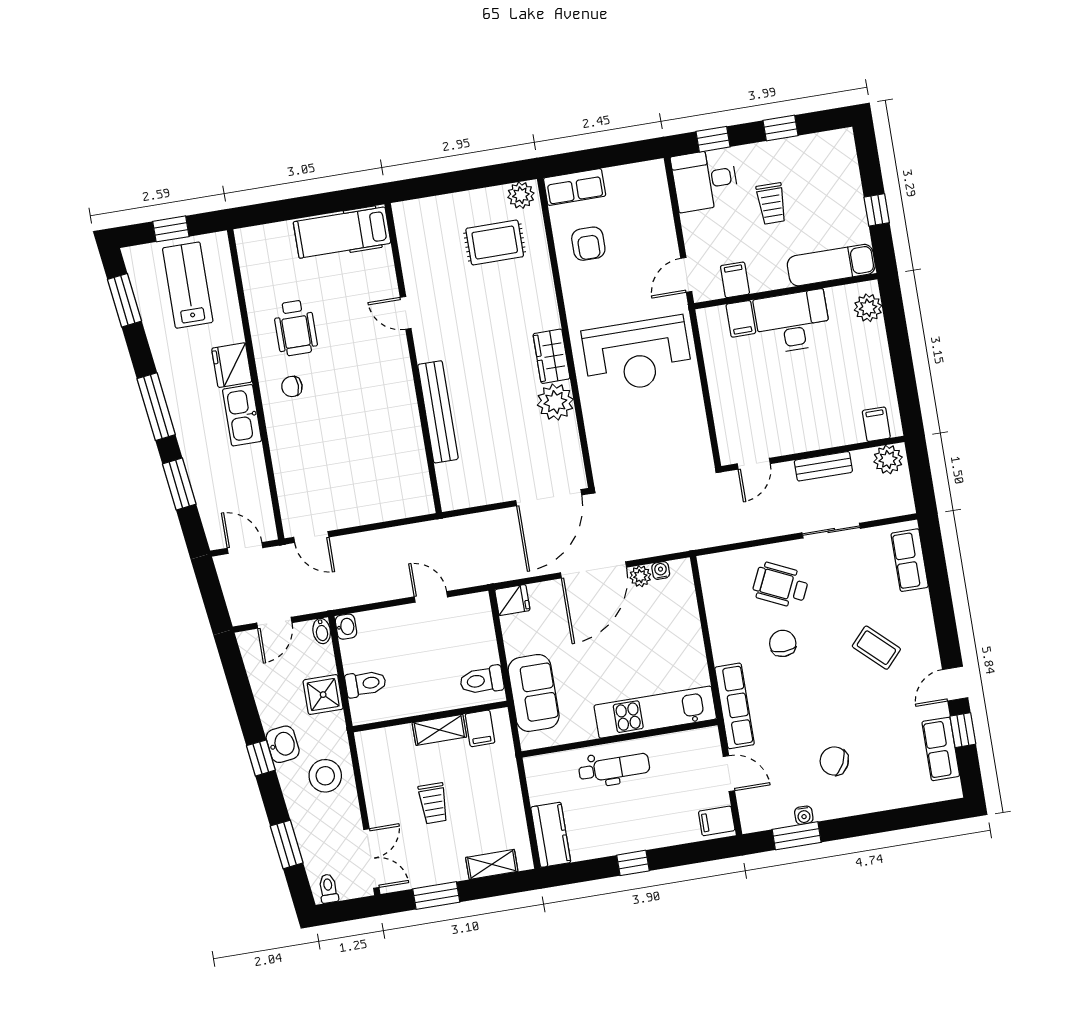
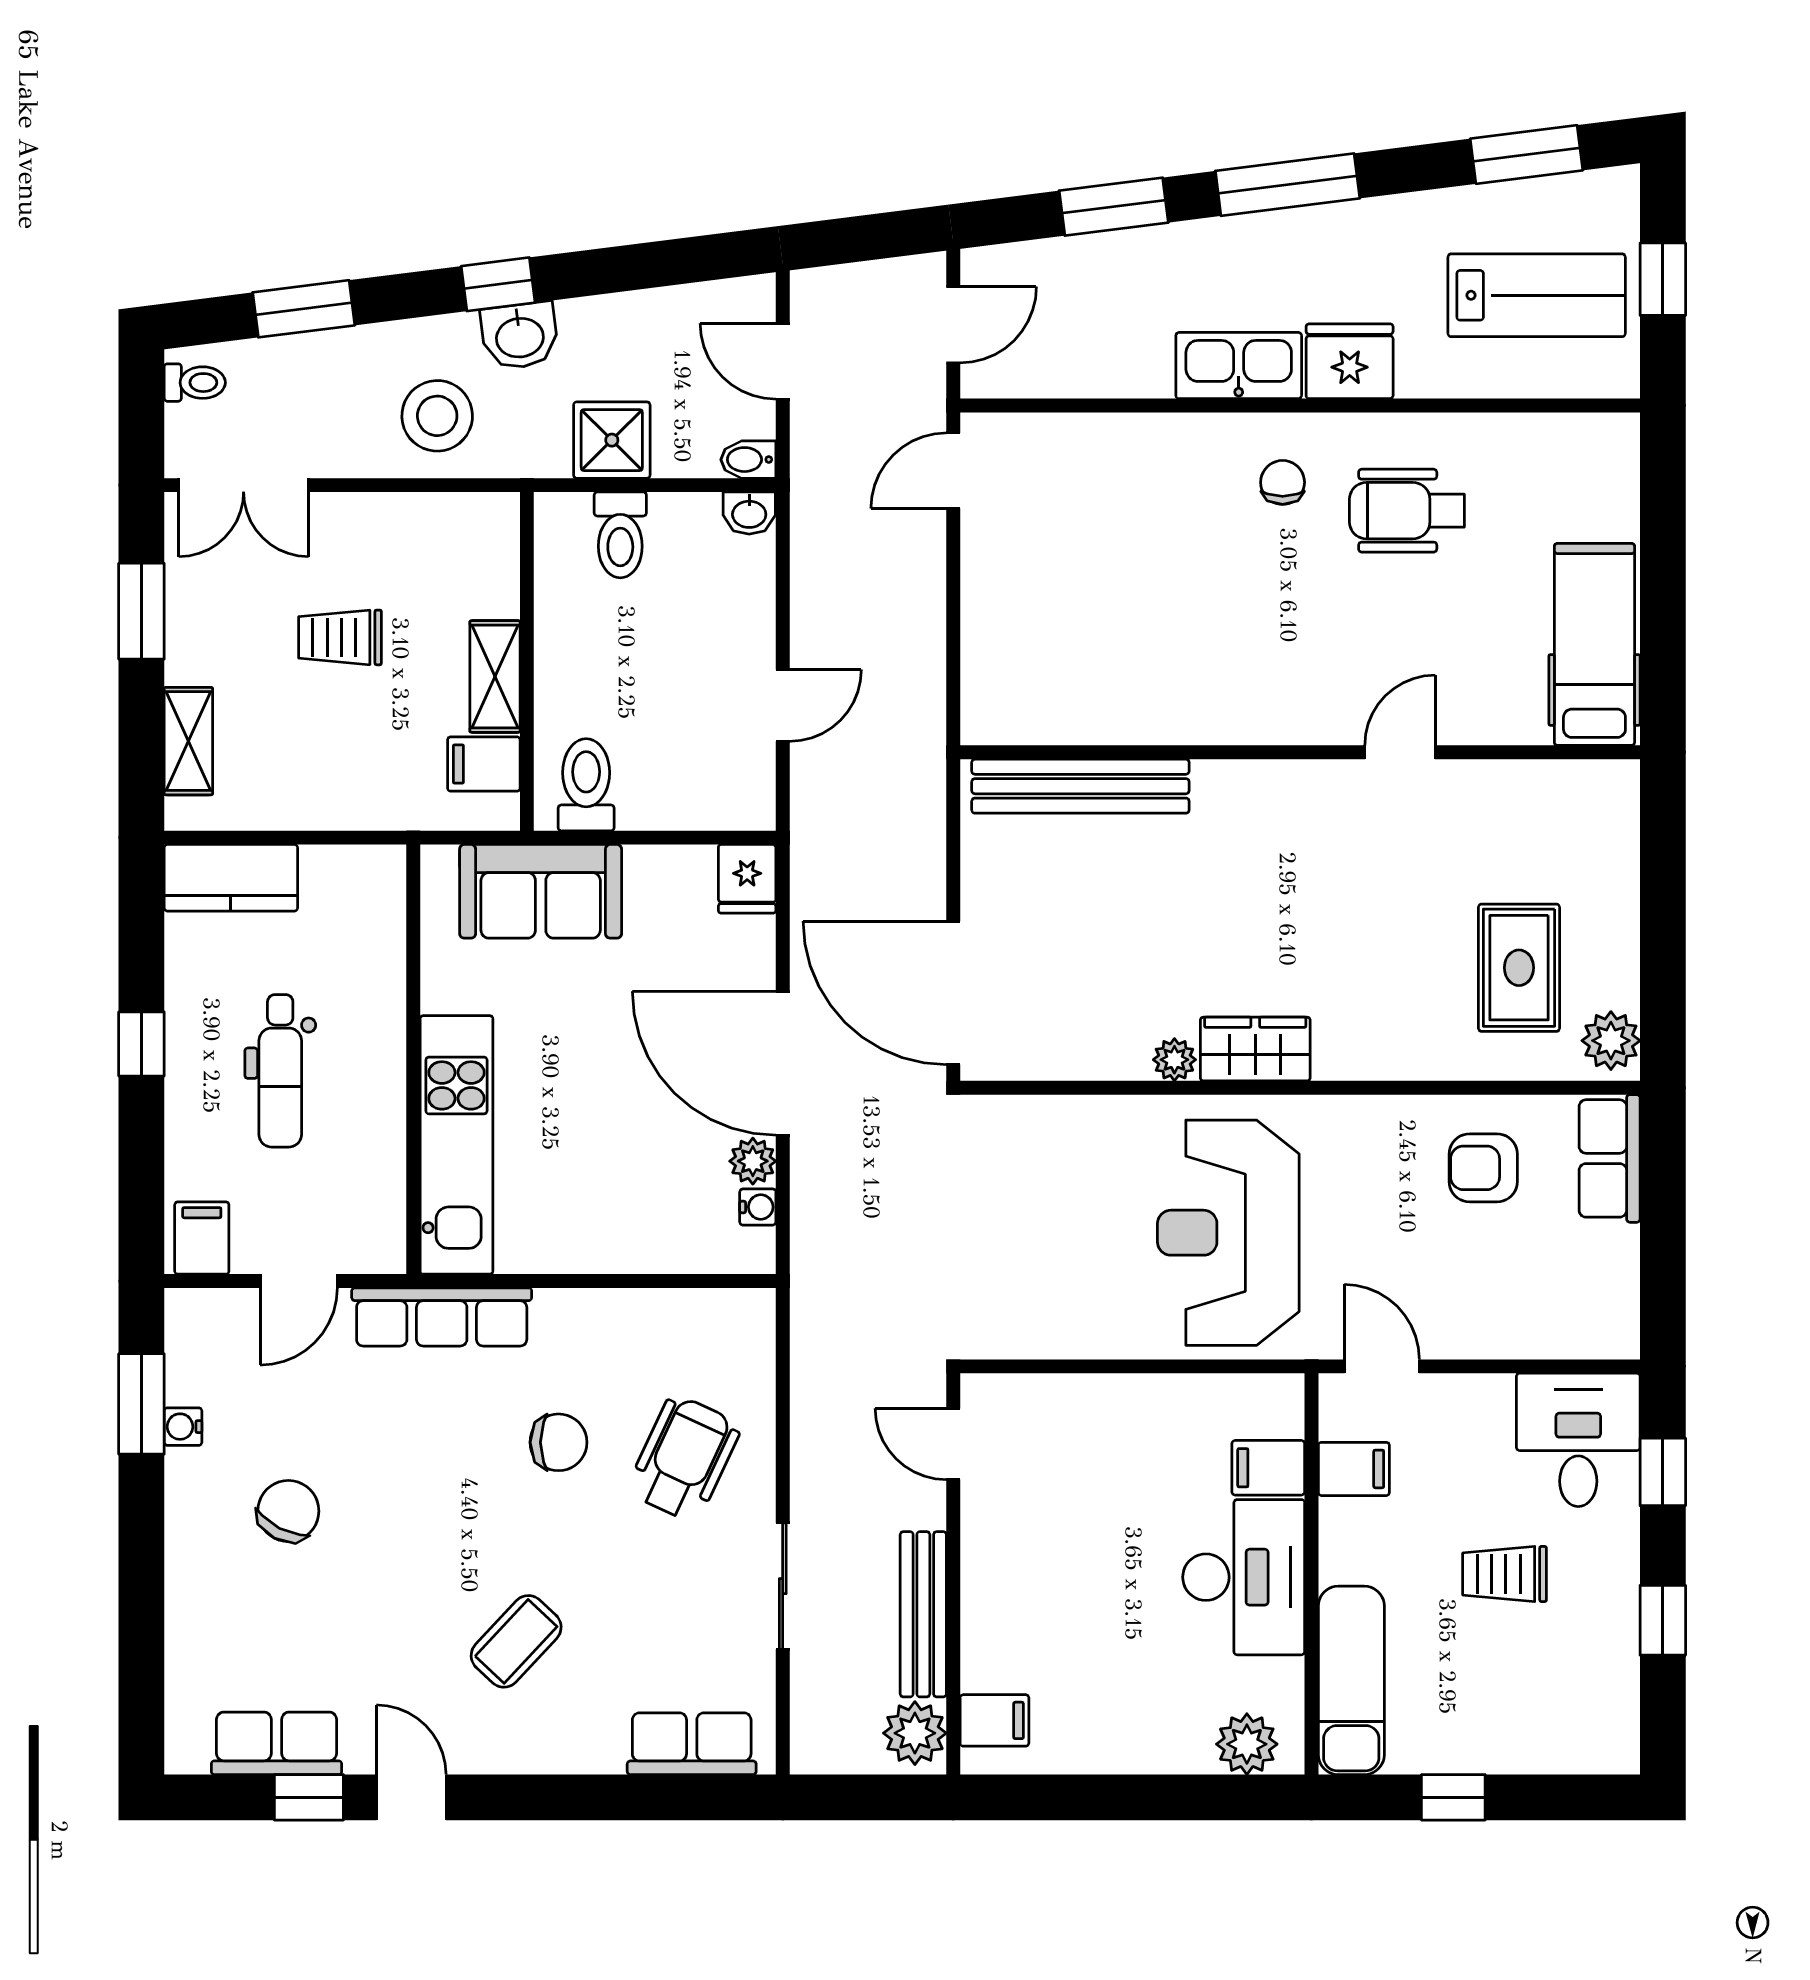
plant: (555, 402) -> (1174, 1060), width x0.53, depth x0.53
bench: (438, 412) -> (1080, 786), moved
bench: (823, 466) -> (923, 1614), width x1.36
dental chair: (614, 768) -> (280, 1071), moved

